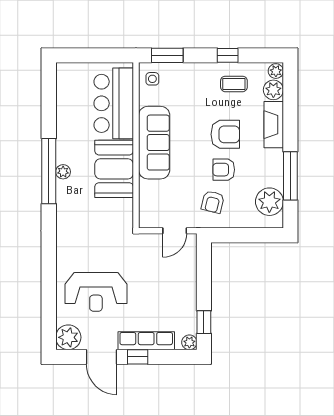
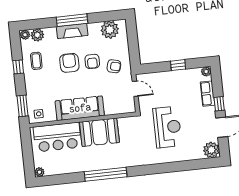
fireplace: (274, 125) -> (72, 31), moved
plant: (63, 172) -> (39, 172), moved
window: (290, 176) -> (72, 20), moved
reception desk: (96, 292) -> (167, 127), moved
window: (204, 322) -> (178, 65), moved
row of seats: (146, 341) -> (208, 94), width x0.68

